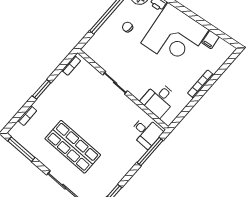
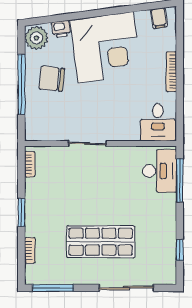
chair: (128, 27) -> (52, 79), width x1.87, depth x1.87
filing cabinet: (211, 40) -> (159, 18), moved
desk: (159, 99) -> (158, 122), moved
desk: (146, 132) -> (159, 171), width x1.37

